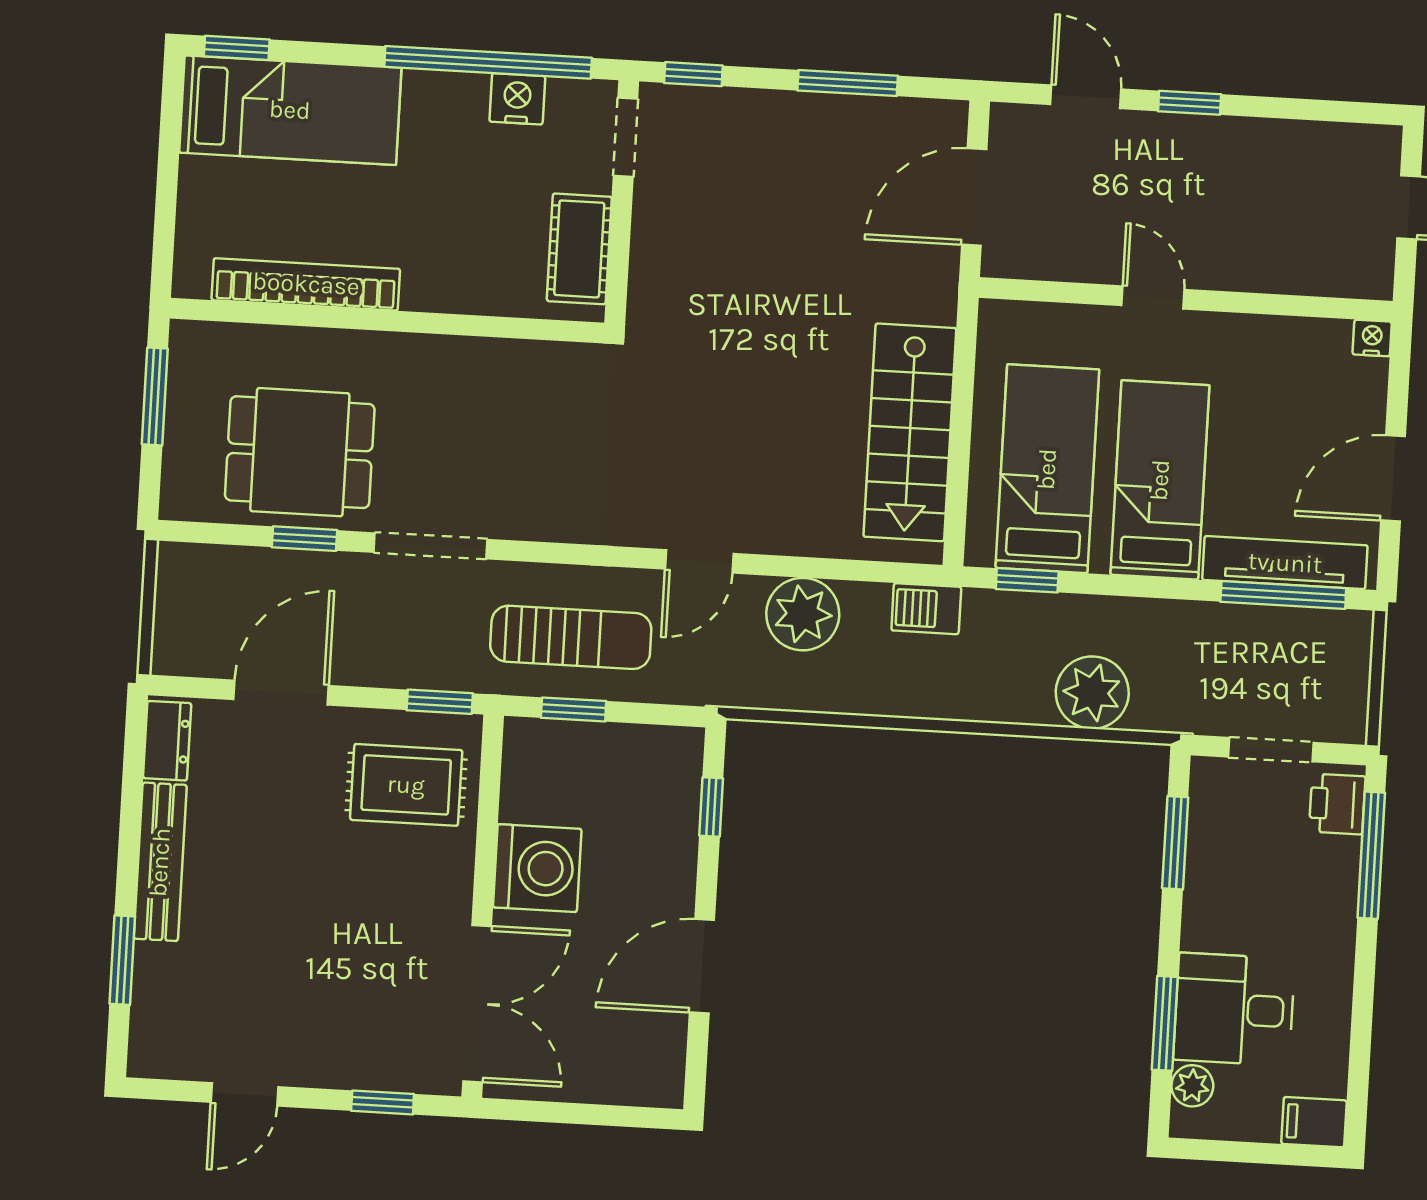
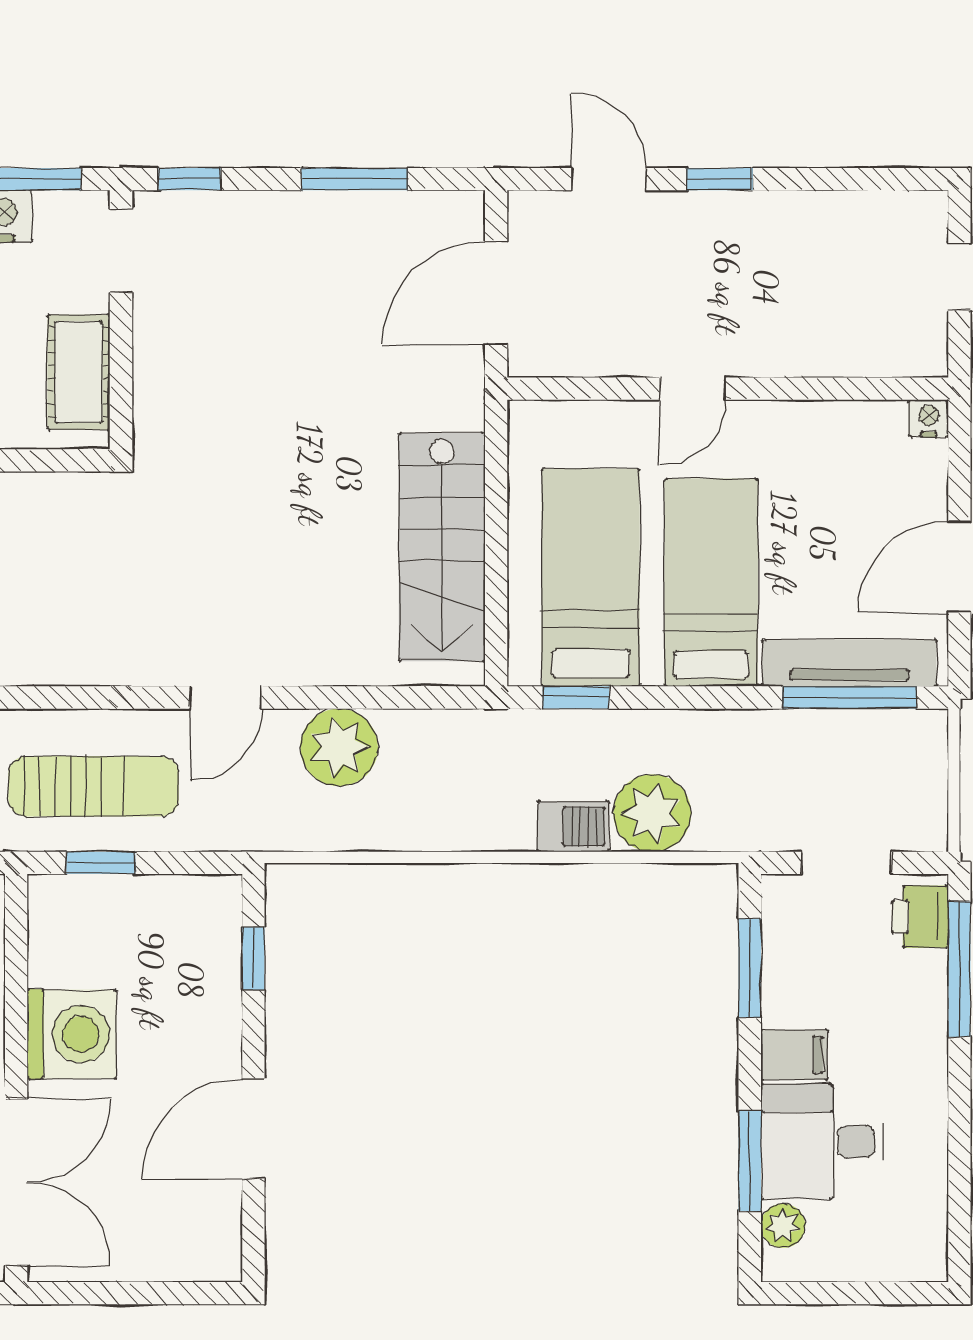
door: (1153, 297) -> (693, 389), swing flipped
barbecue: (926, 609) -> (573, 826), moved, turned 180
filing cabinet: (1314, 1122) -> (794, 1055), moved, turned 180

